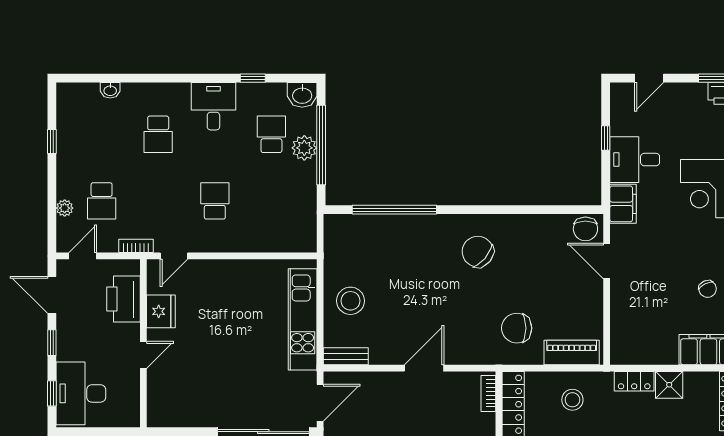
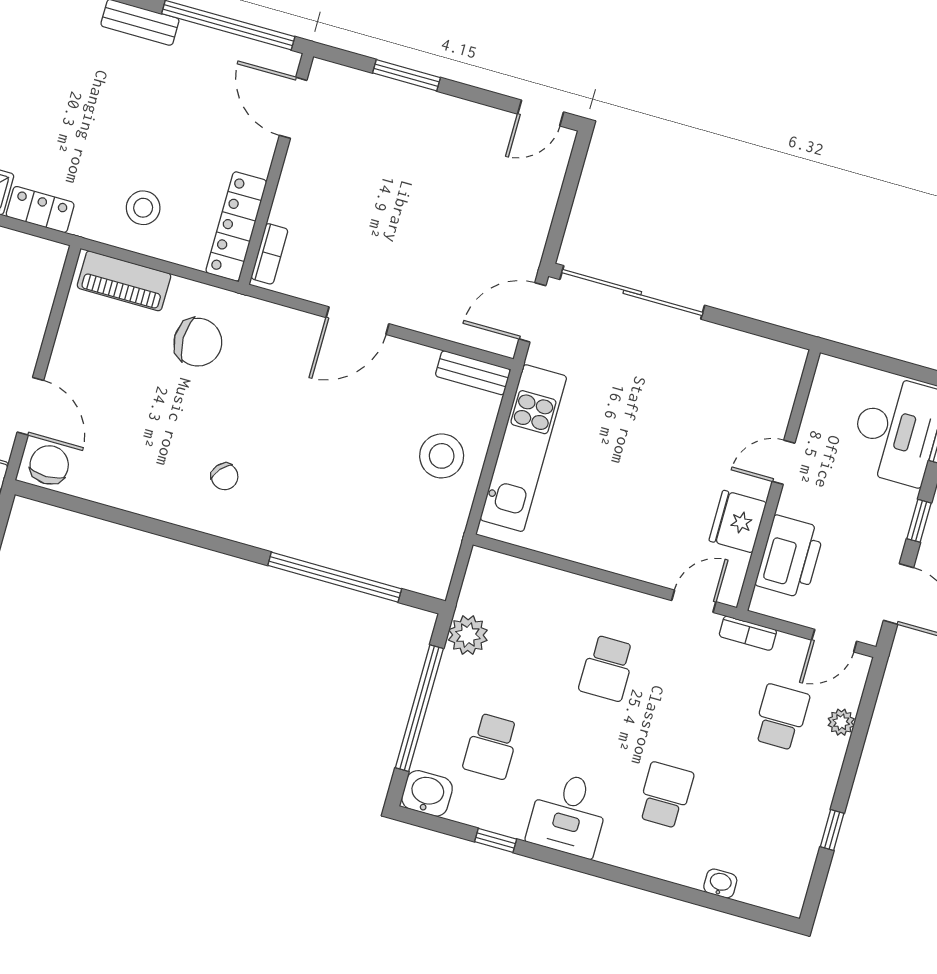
plant: (304, 148) -> (468, 635), moved
chair: (478, 252) -> (225, 476), width x0.54, depth x0.54

